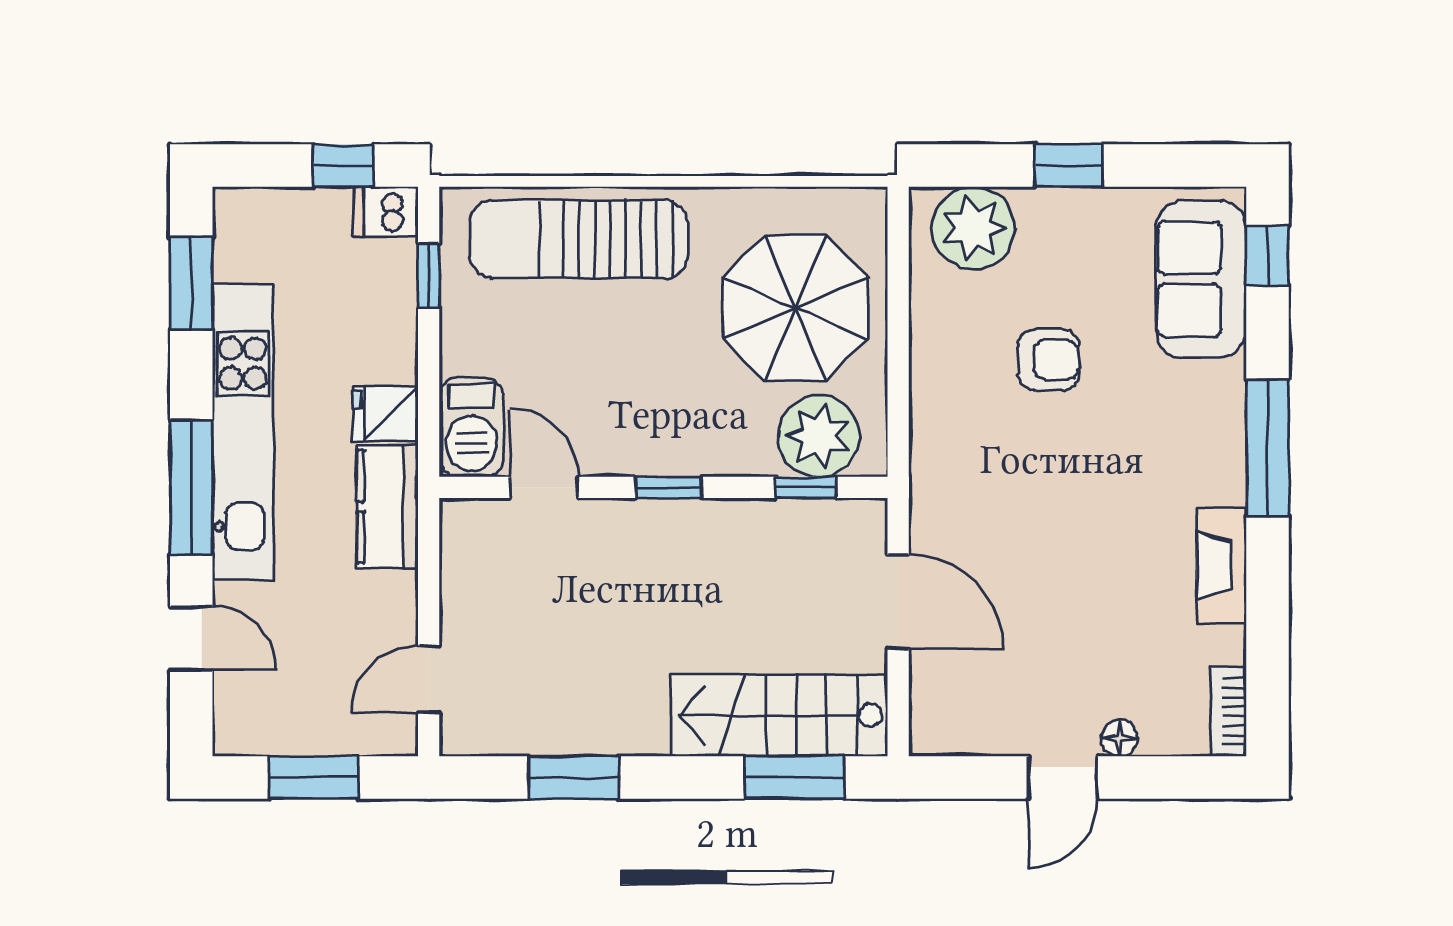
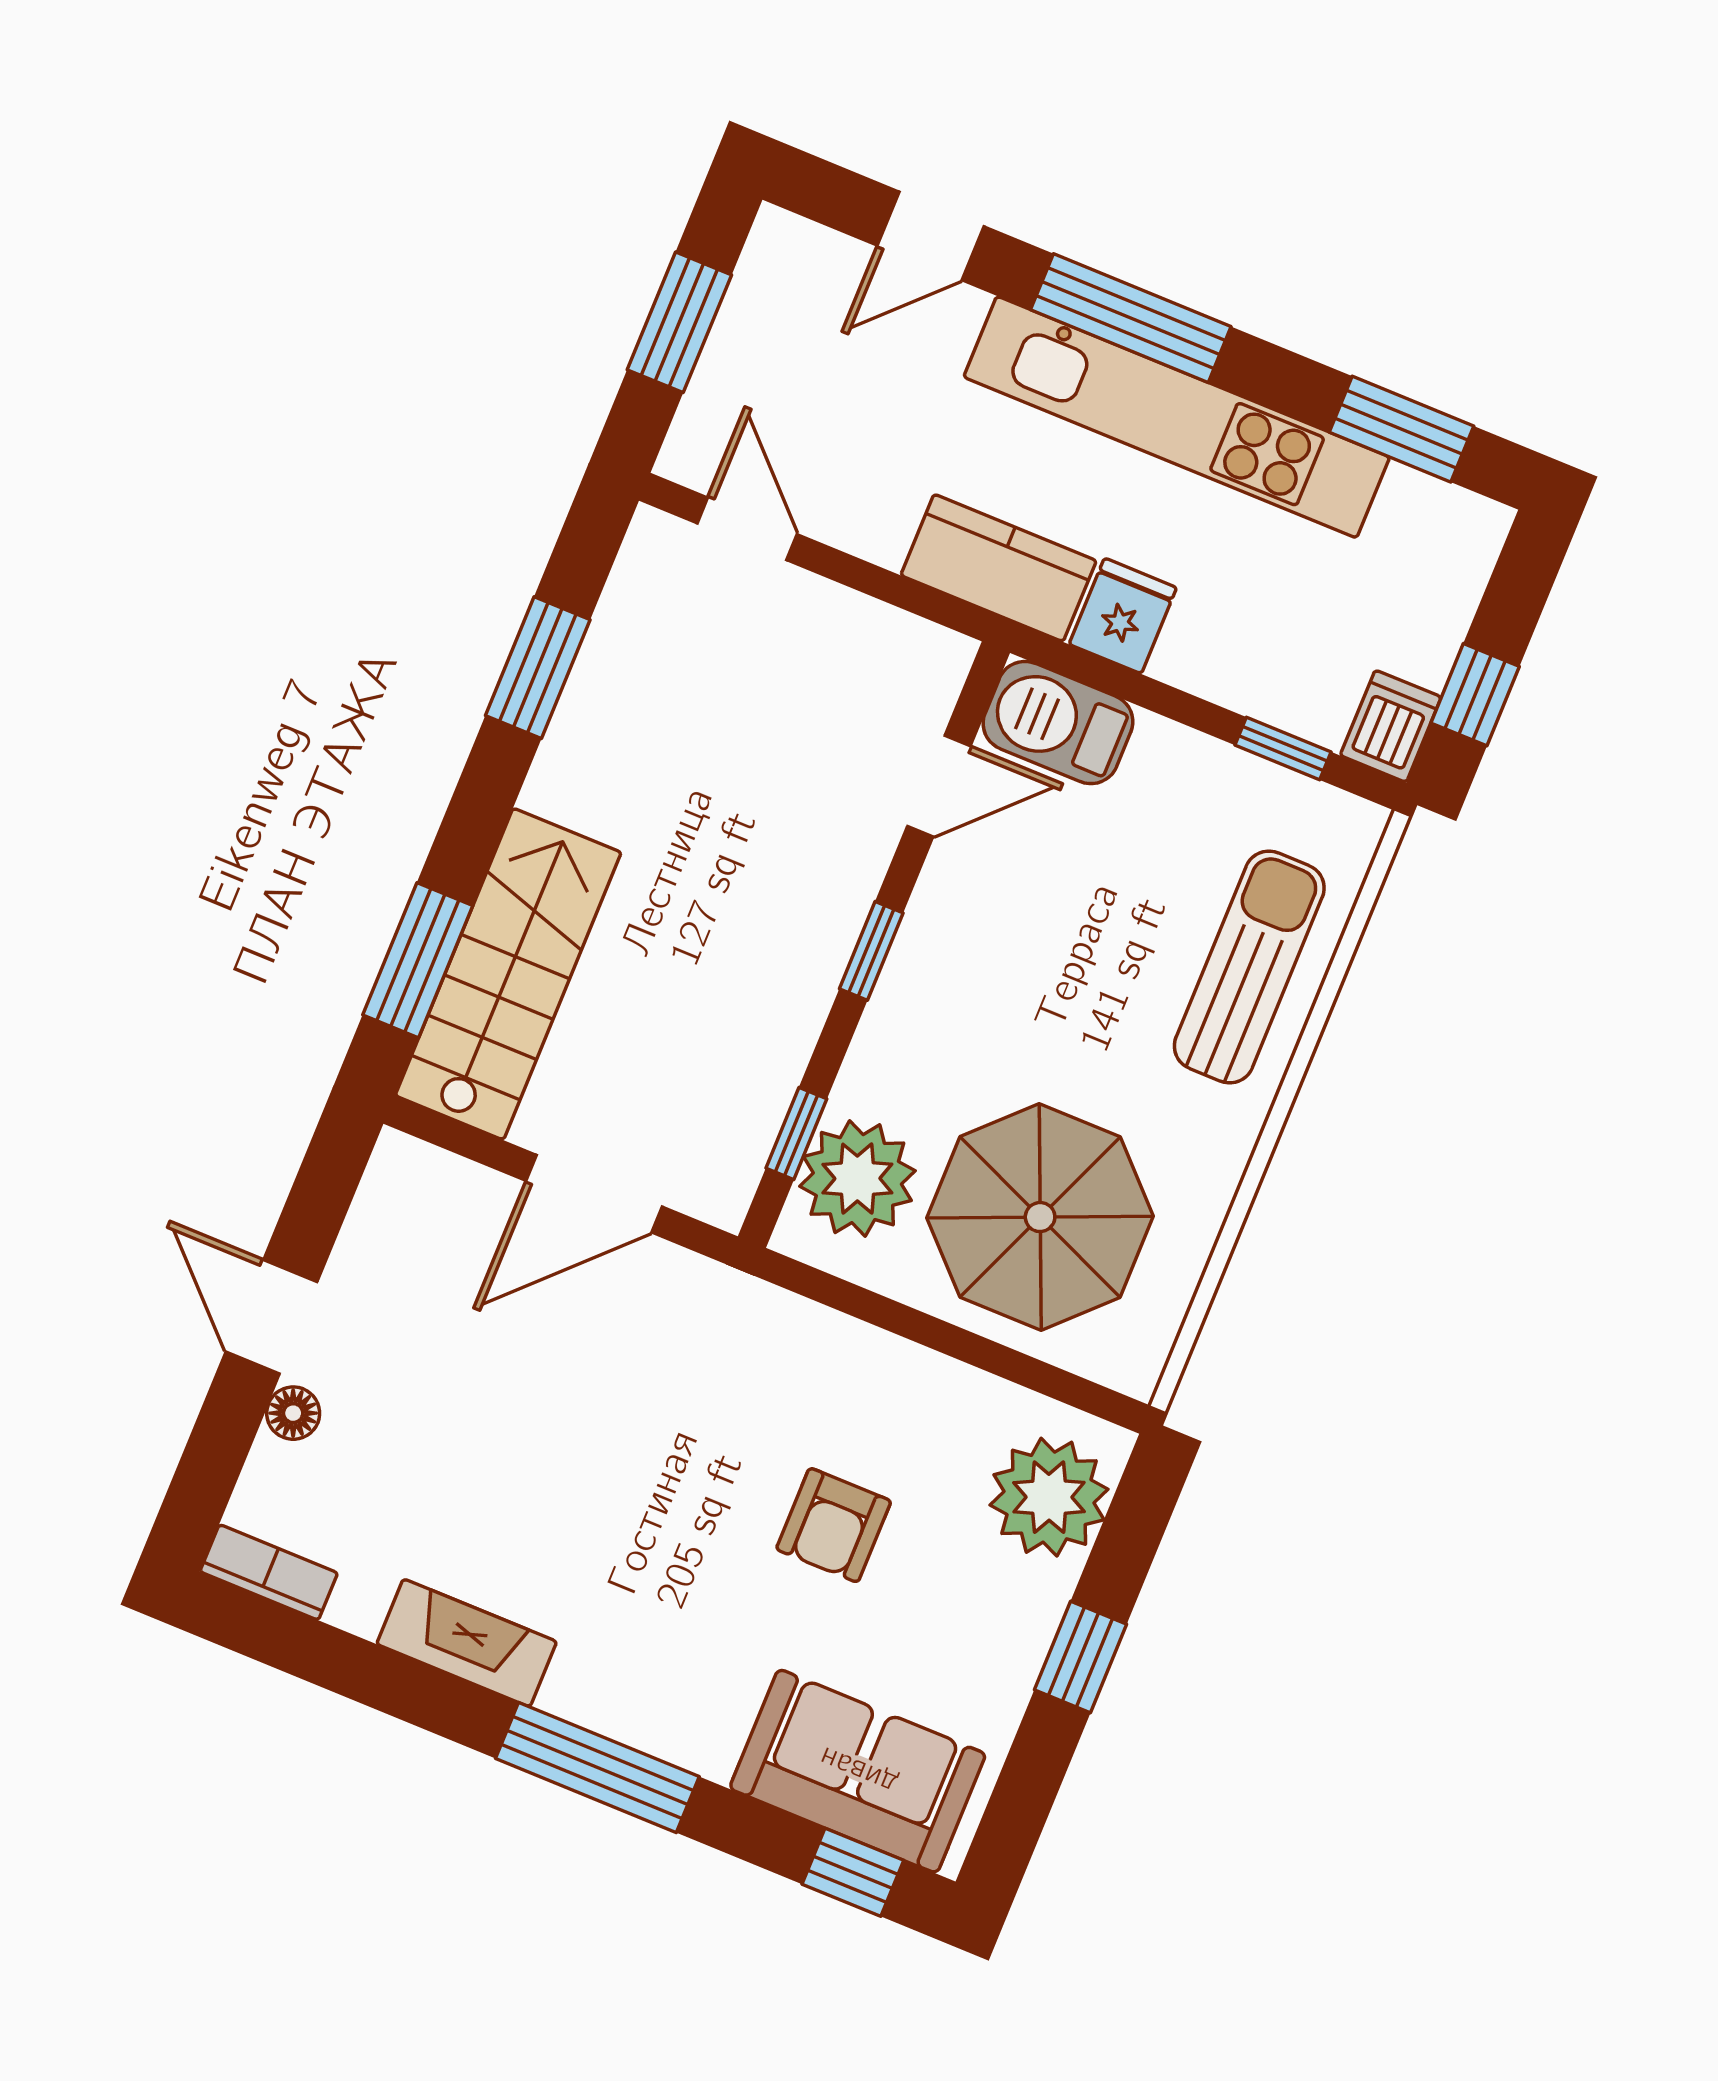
sun lounger: (579, 239) -> (1249, 967), width x0.73, depth x0.75

